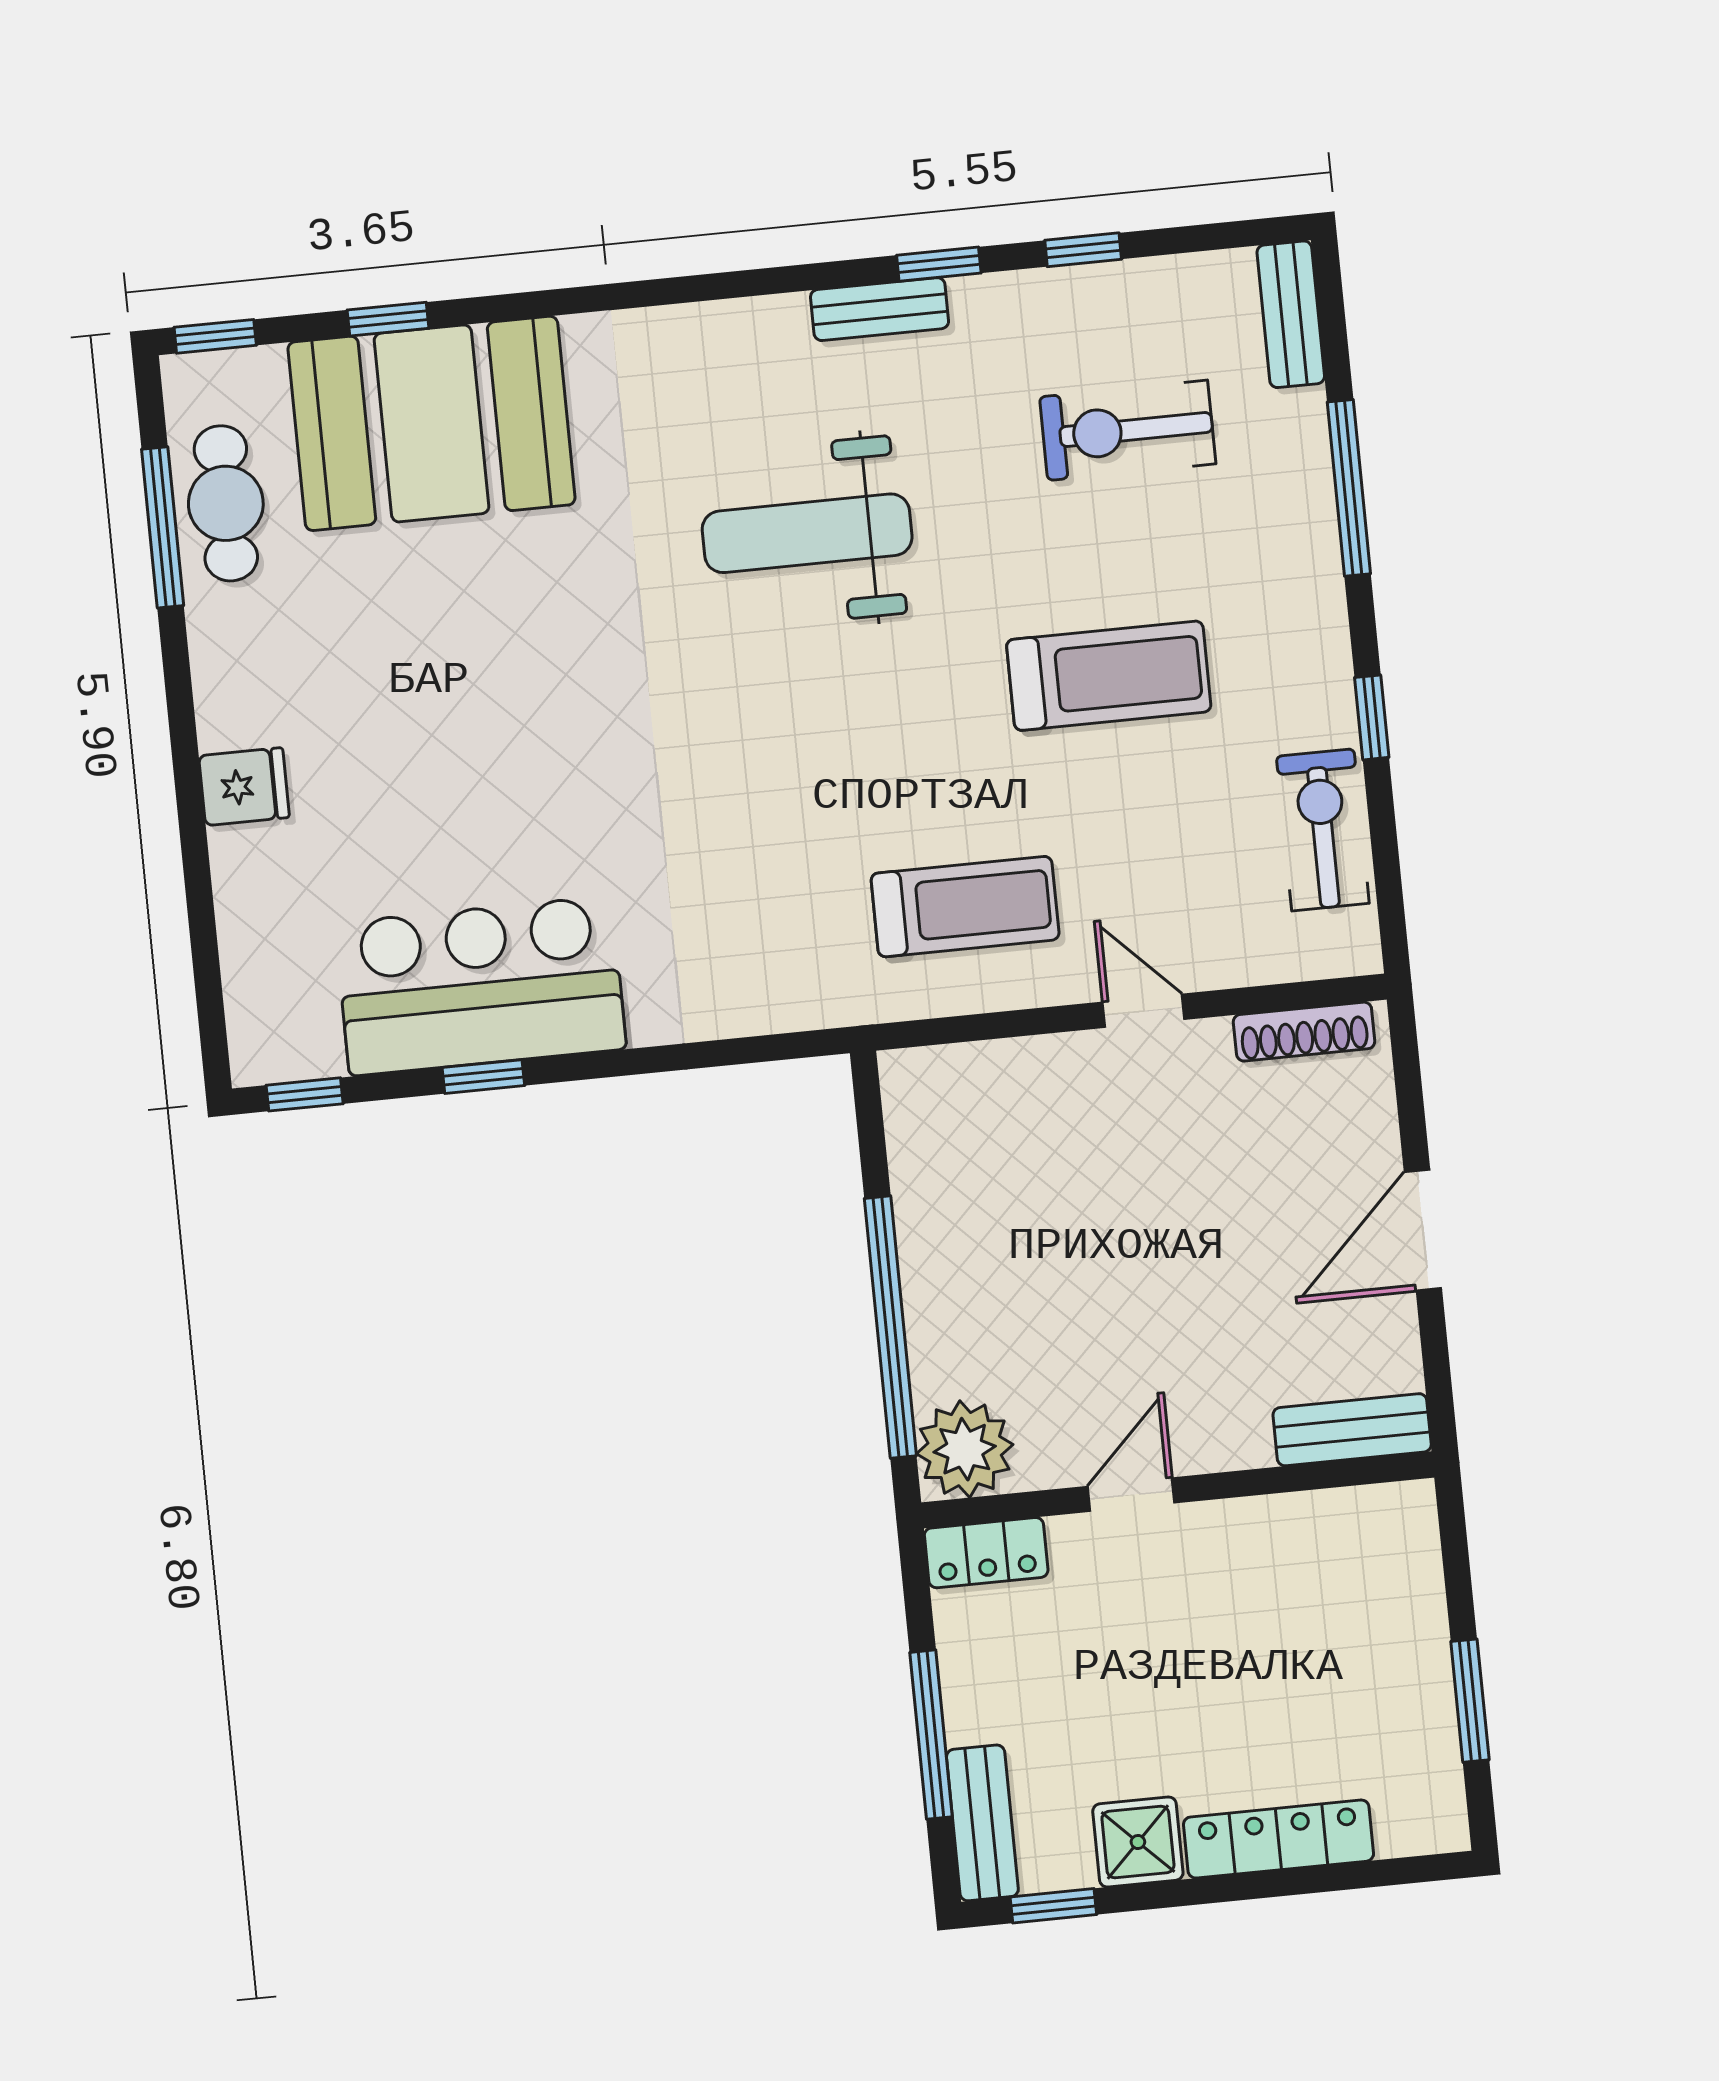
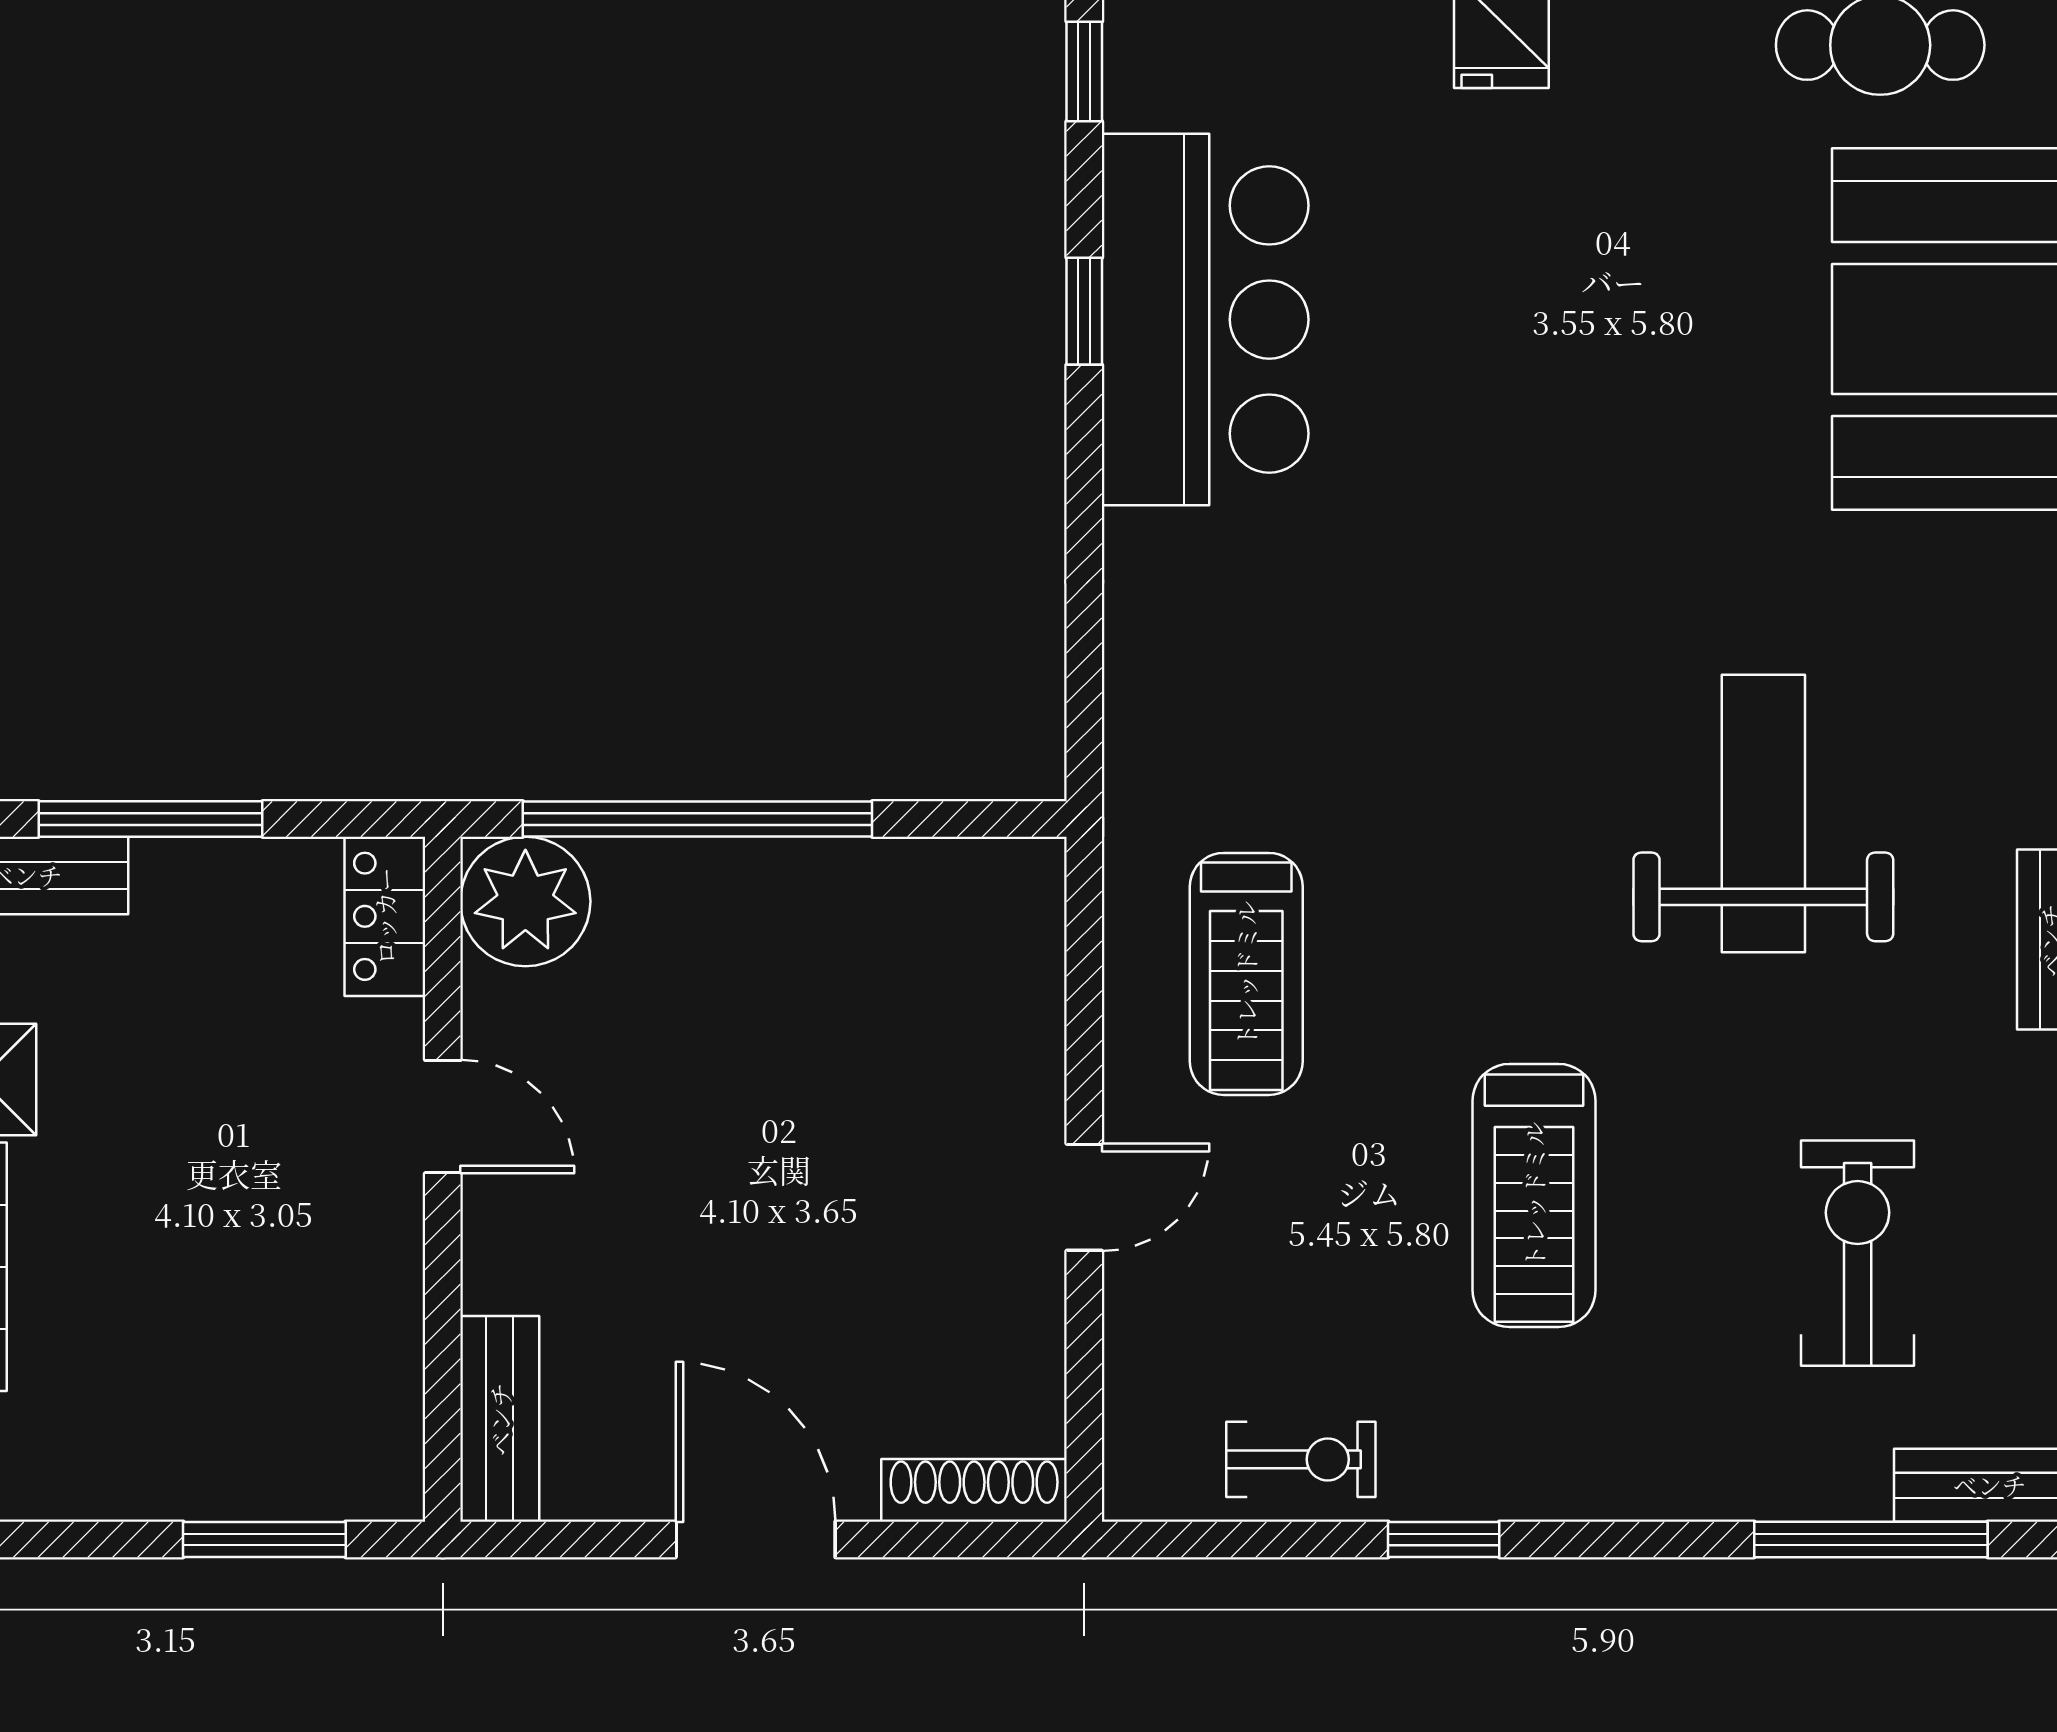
window: (1349, 488) -> (1871, 1539), moved
exercise bike: (1323, 830) -> (1301, 1459), width x0.73, depth x0.72
shoe rack: (1304, 1032) -> (974, 1490), moved, turned 90
window: (1470, 1701) -> (264, 1539), moved

